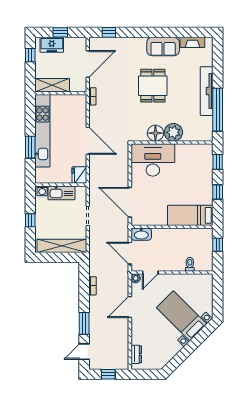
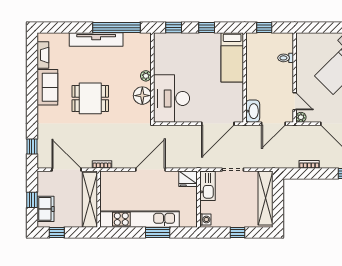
shelving: (52, 85) -> (90, 200), width x1.47
plant: (173, 132) -> (146, 76), width x0.53, depth x0.53
kitchen sink: (61, 193) -> (207, 186), moved

